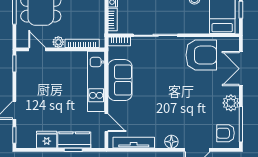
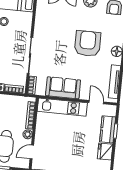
armchair: (201, 55) -> (88, 44), moved
door: (106, 123) -> (96, 102), hinge flipped

